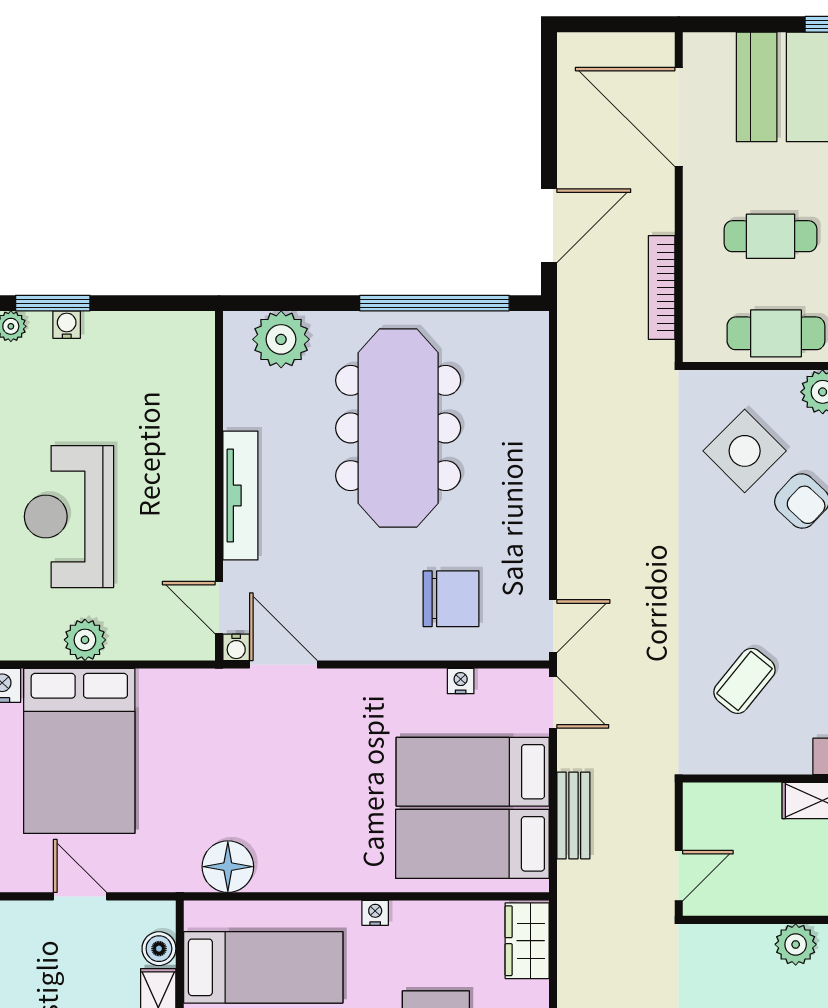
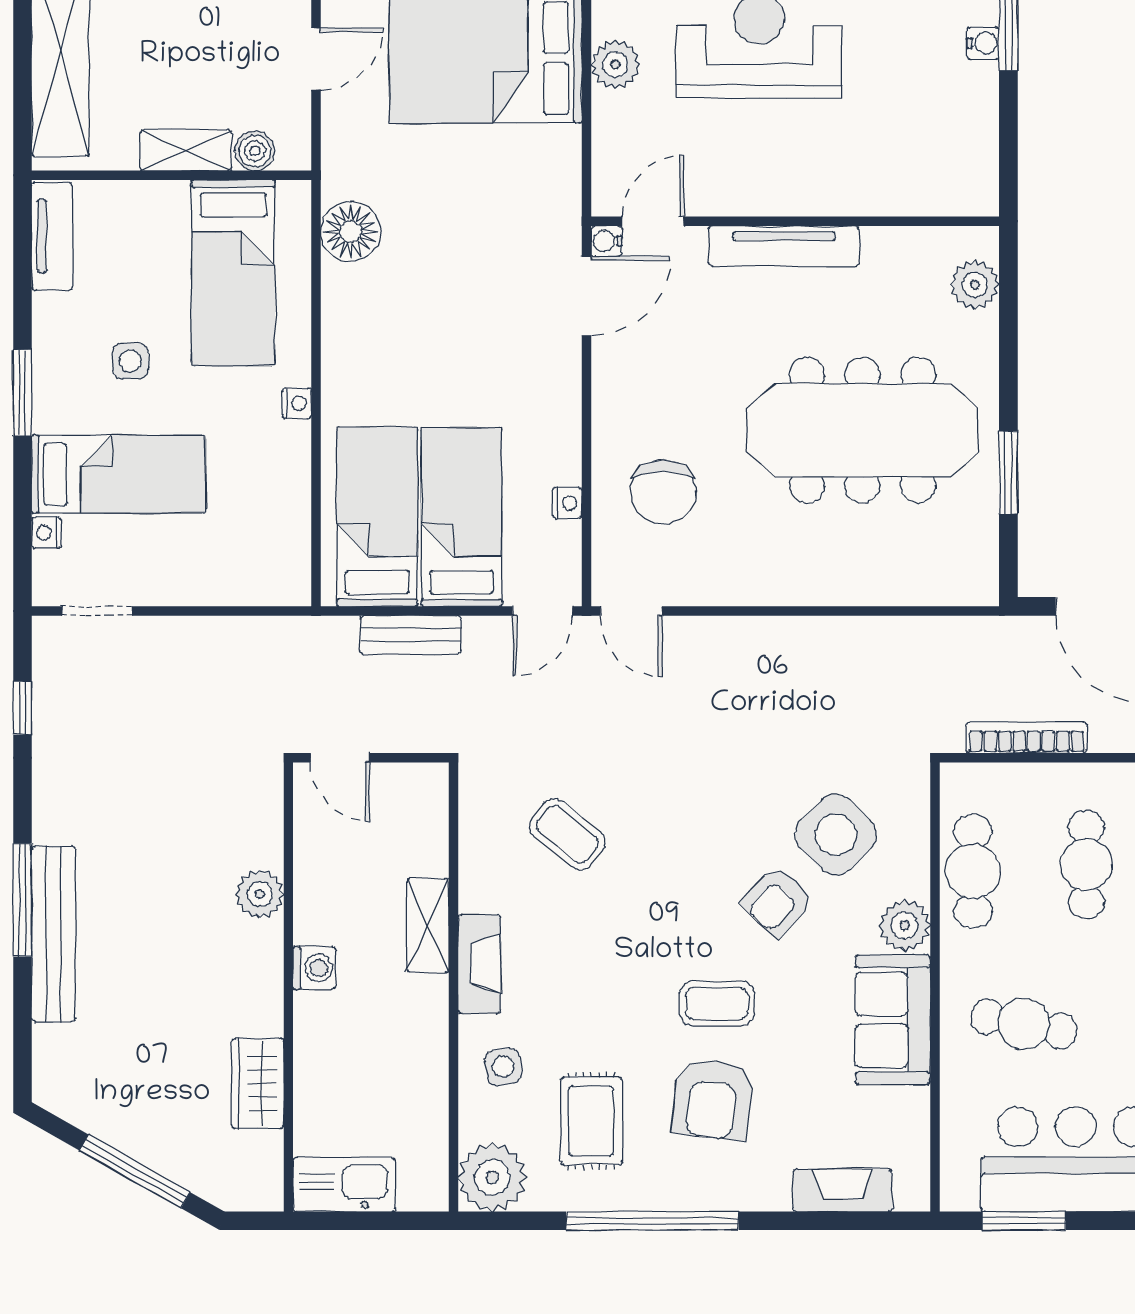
window: (434, 303) -> (1008, 473), width x0.47
plant: (281, 339) -> (975, 285), width x0.73, depth x0.73
wardrobe: (527, 941) -> (264, 581), removed

